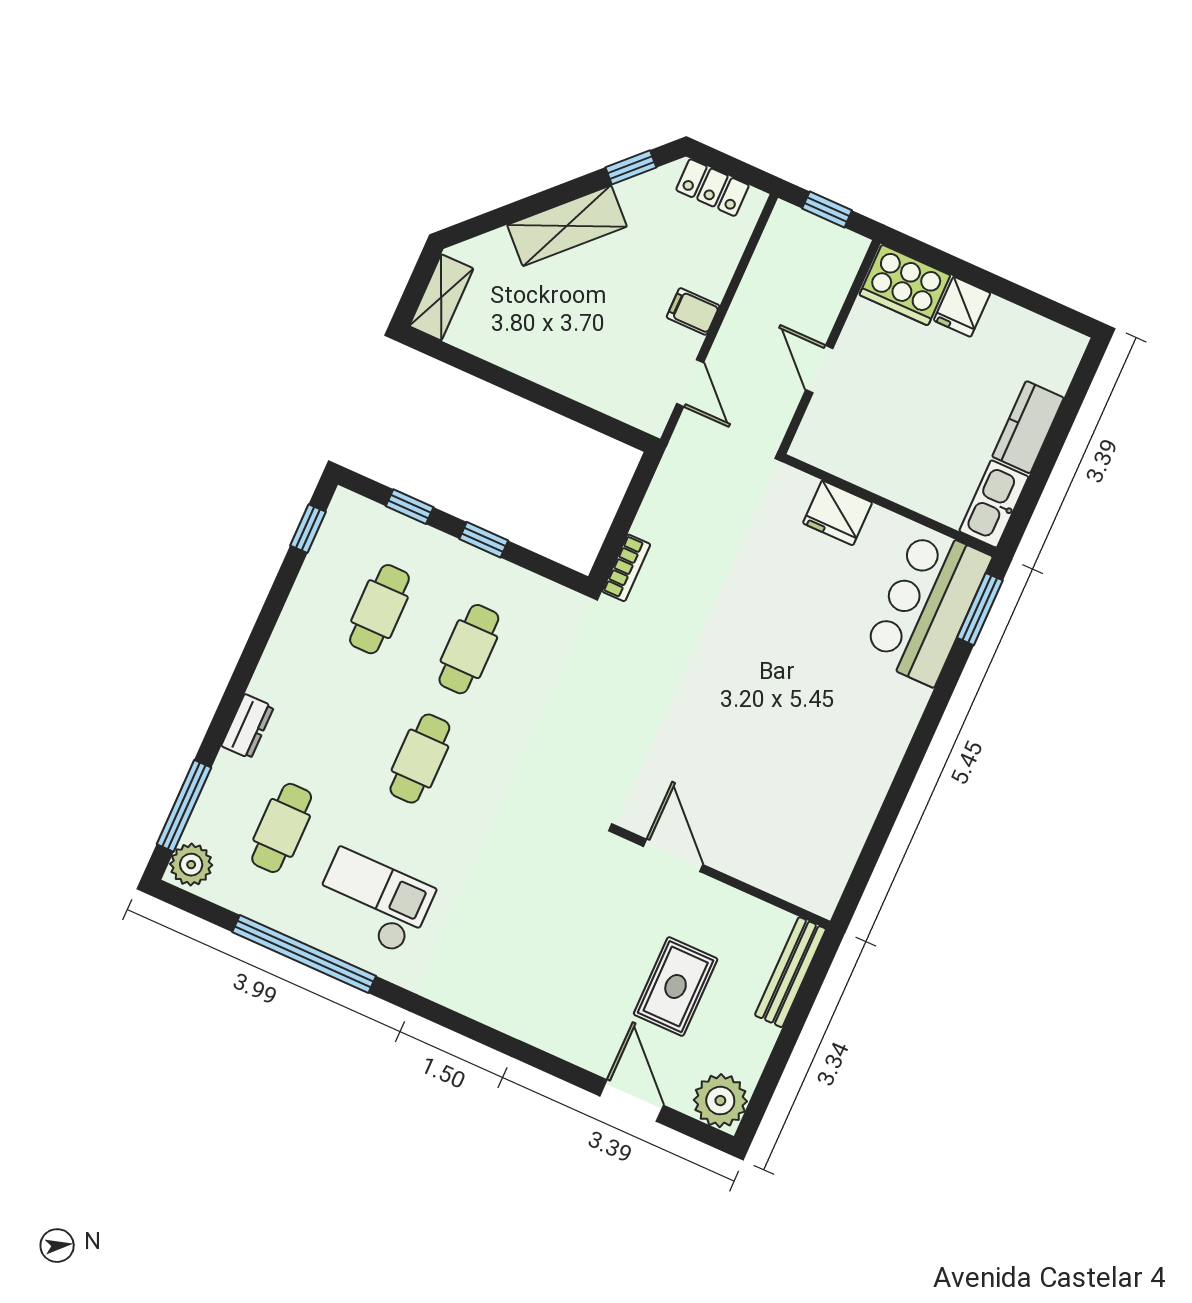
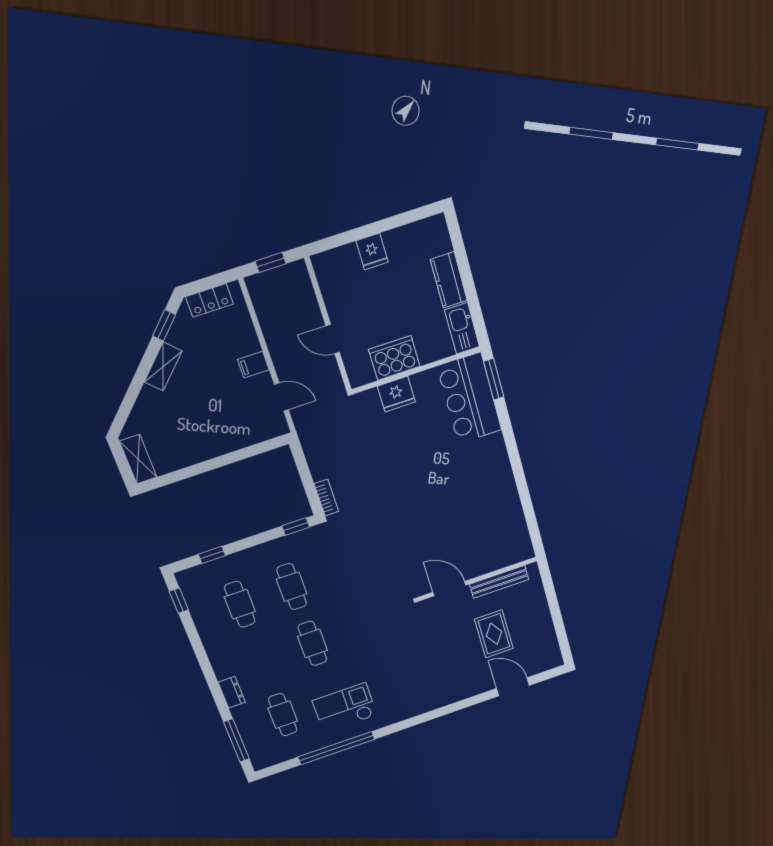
shelving: (567, 226) -> (163, 366), width x0.67, depth x0.75
cooker: (905, 285) -> (394, 358), moved, turned 180
window: (484, 540) -> (296, 527), moved
plant: (191, 865) -> (261, 757), removed
bench: (790, 972) -> (499, 582), moved, turned 90
plant: (720, 1101) -> (548, 657), removed

